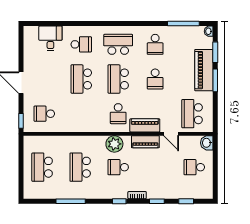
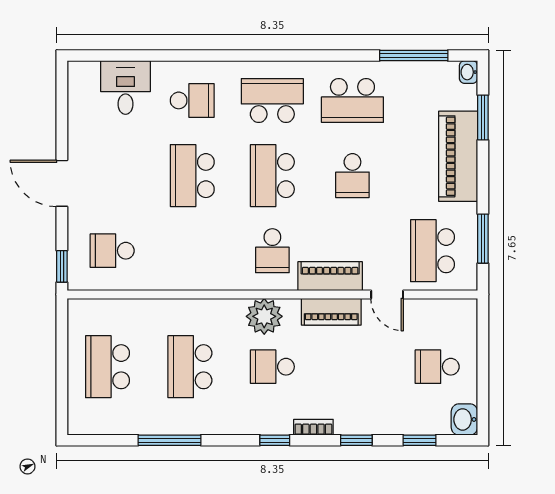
school desk: (155, 44) -> (352, 100), width x1.85
window: (215, 80) -> (483, 239), moved
washbasin: (207, 143) -> (464, 419), moved

